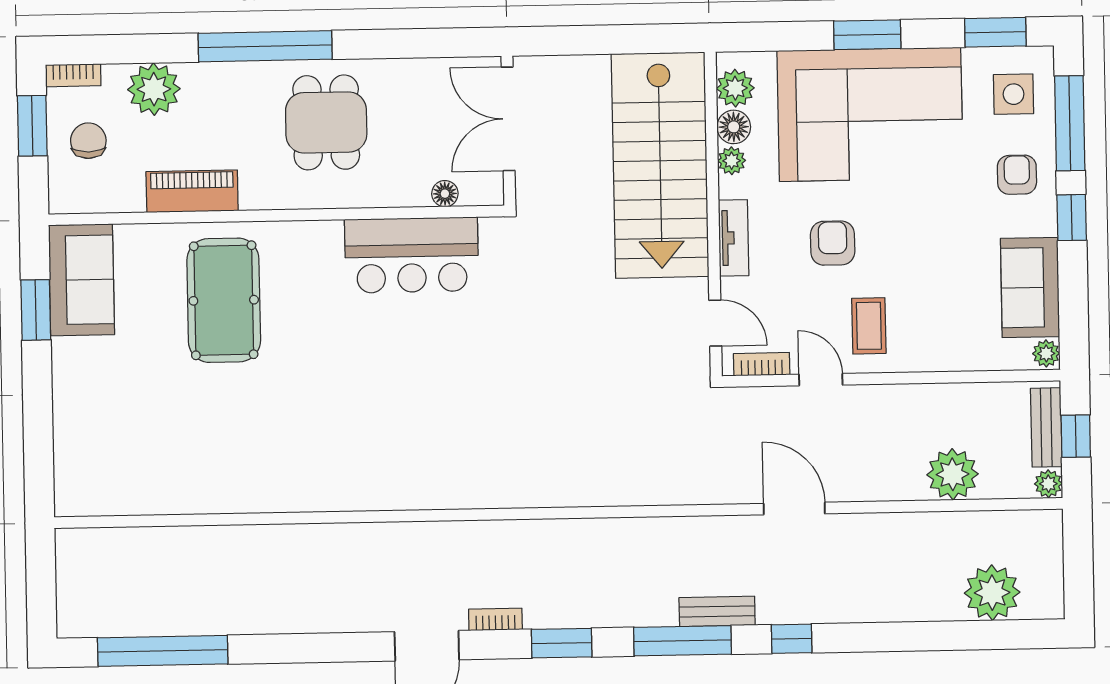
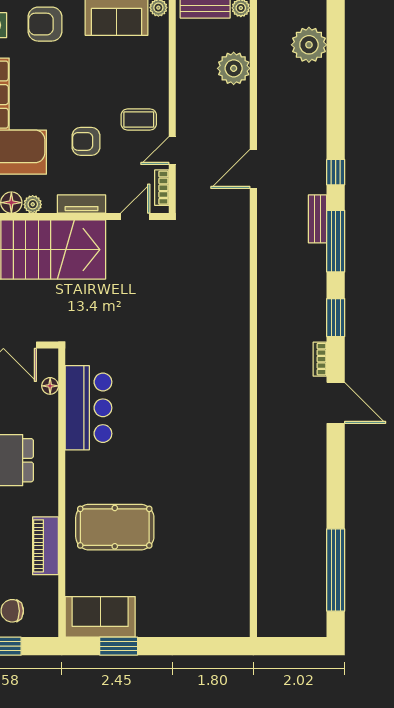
armchair: (1017, 175) -> (45, 24), width x1.38, depth x1.38

